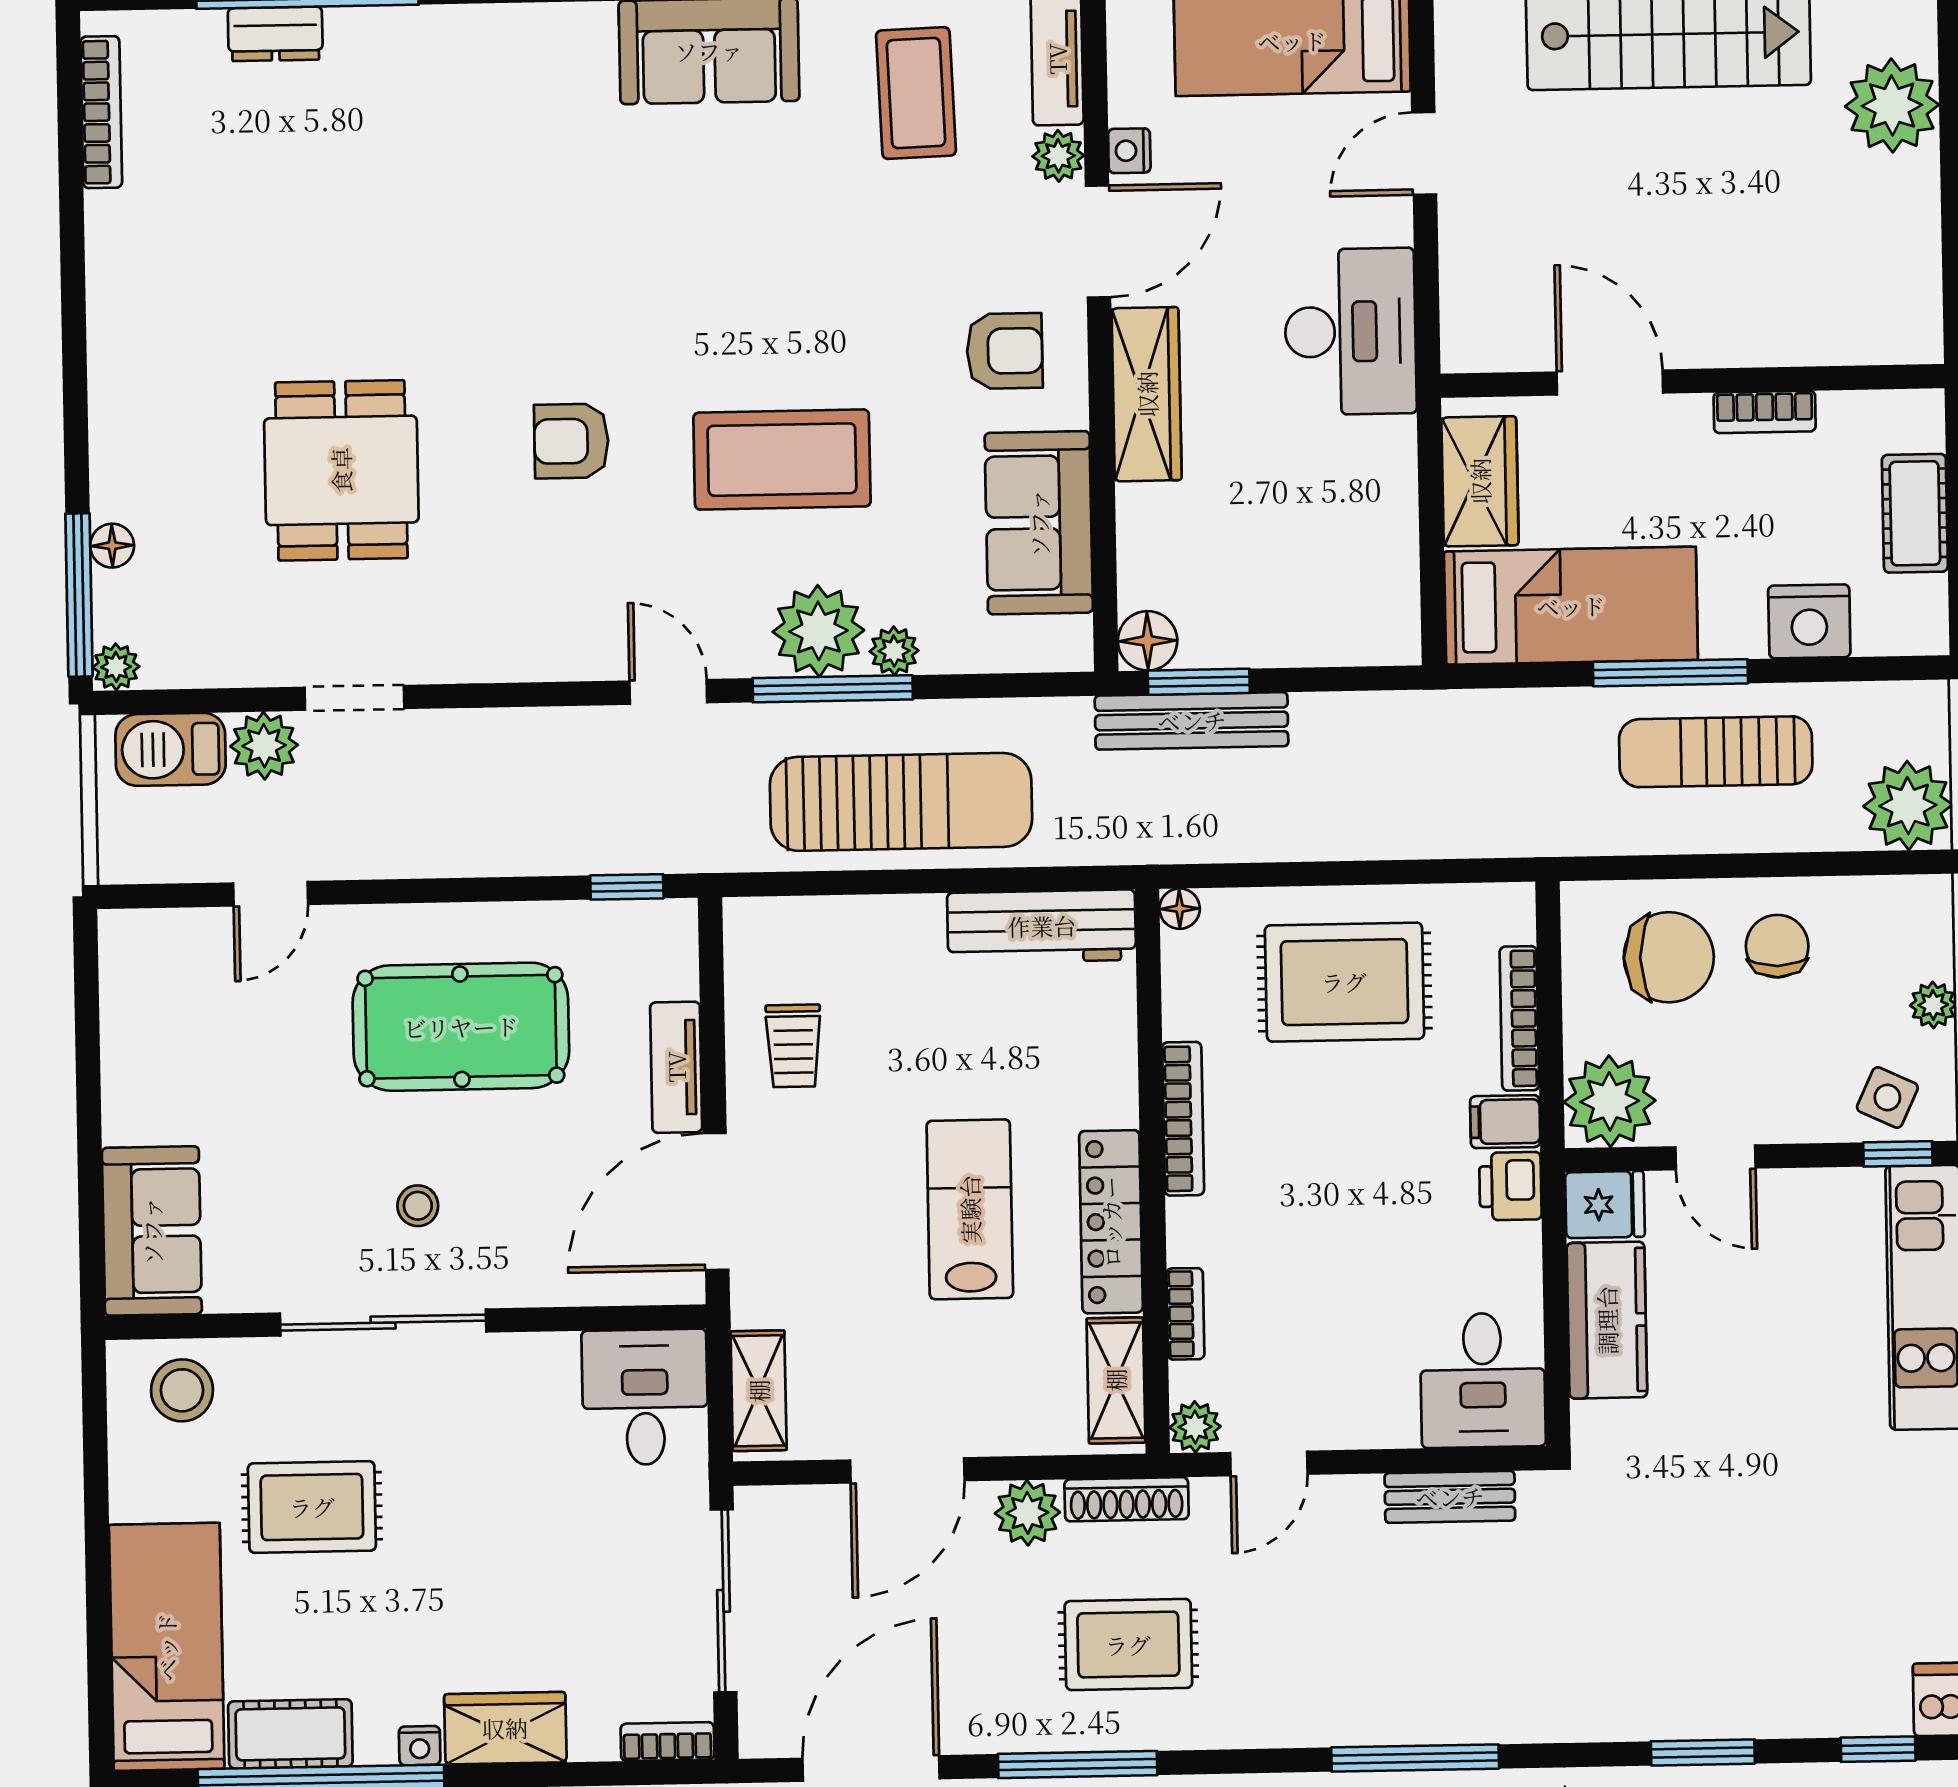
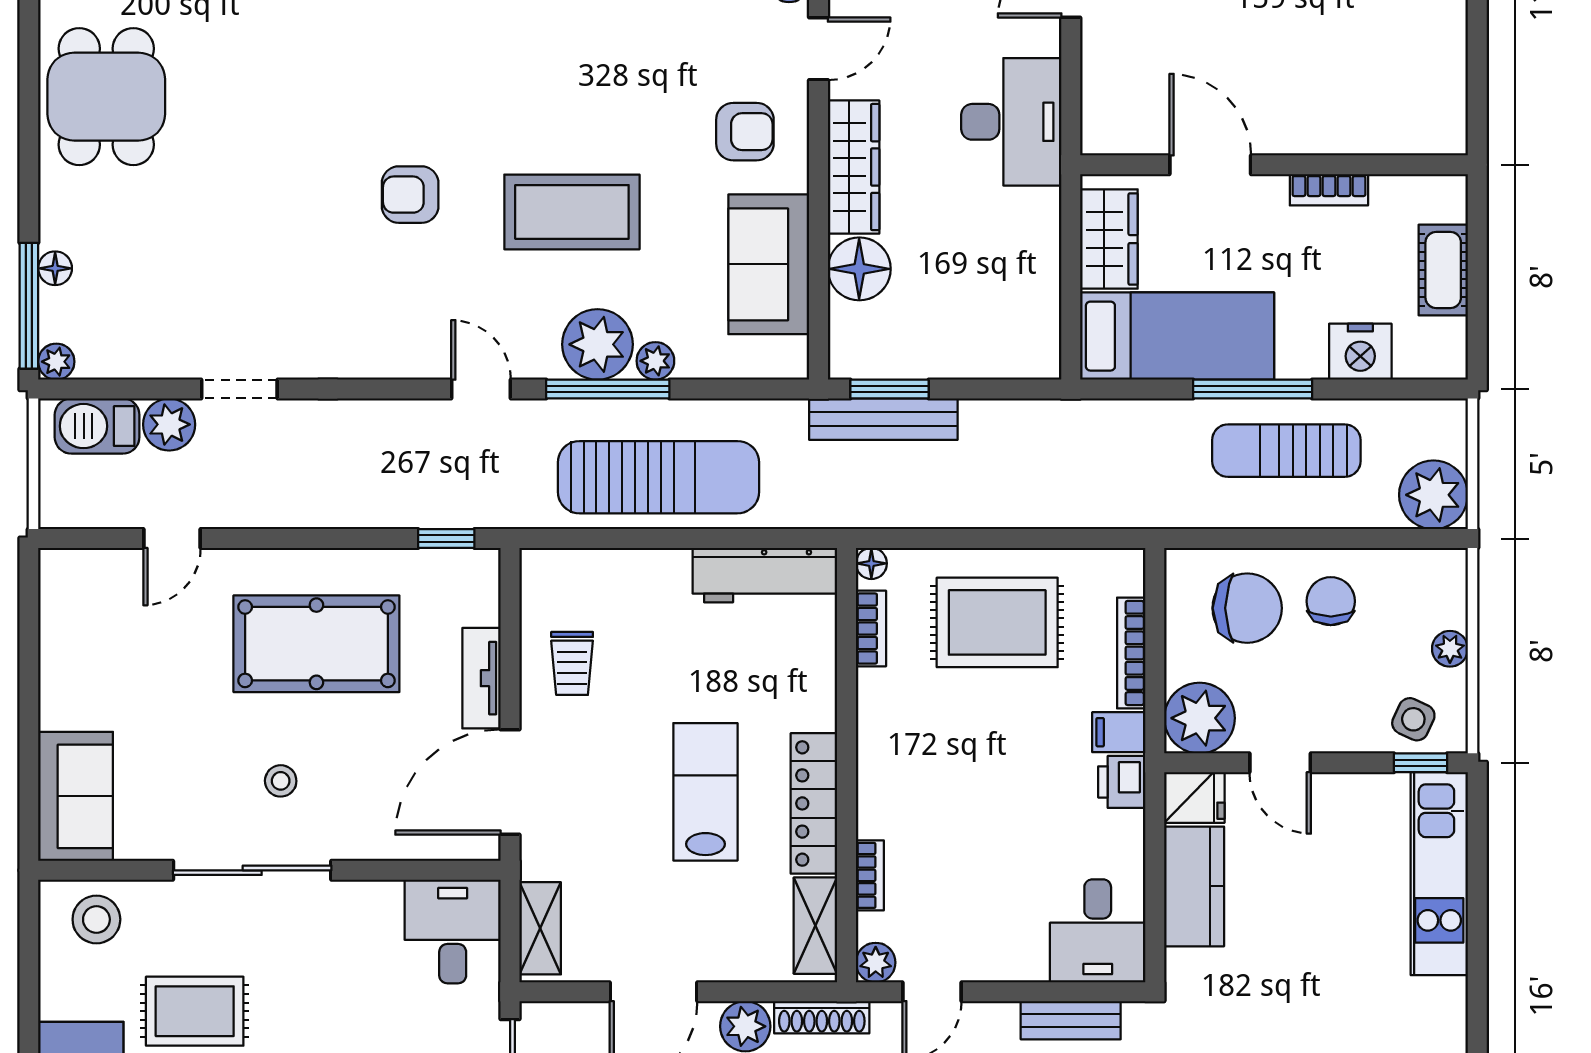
door: (1098, 242) -> (818, 49), width x0.73
dining table: (341, 470) -> (106, 97), moved
floor lamp: (1148, 641) -> (859, 269), moved, width x1.38, depth x1.38
bookcase: (1183, 1119) -> (871, 629), moved, width x0.64

